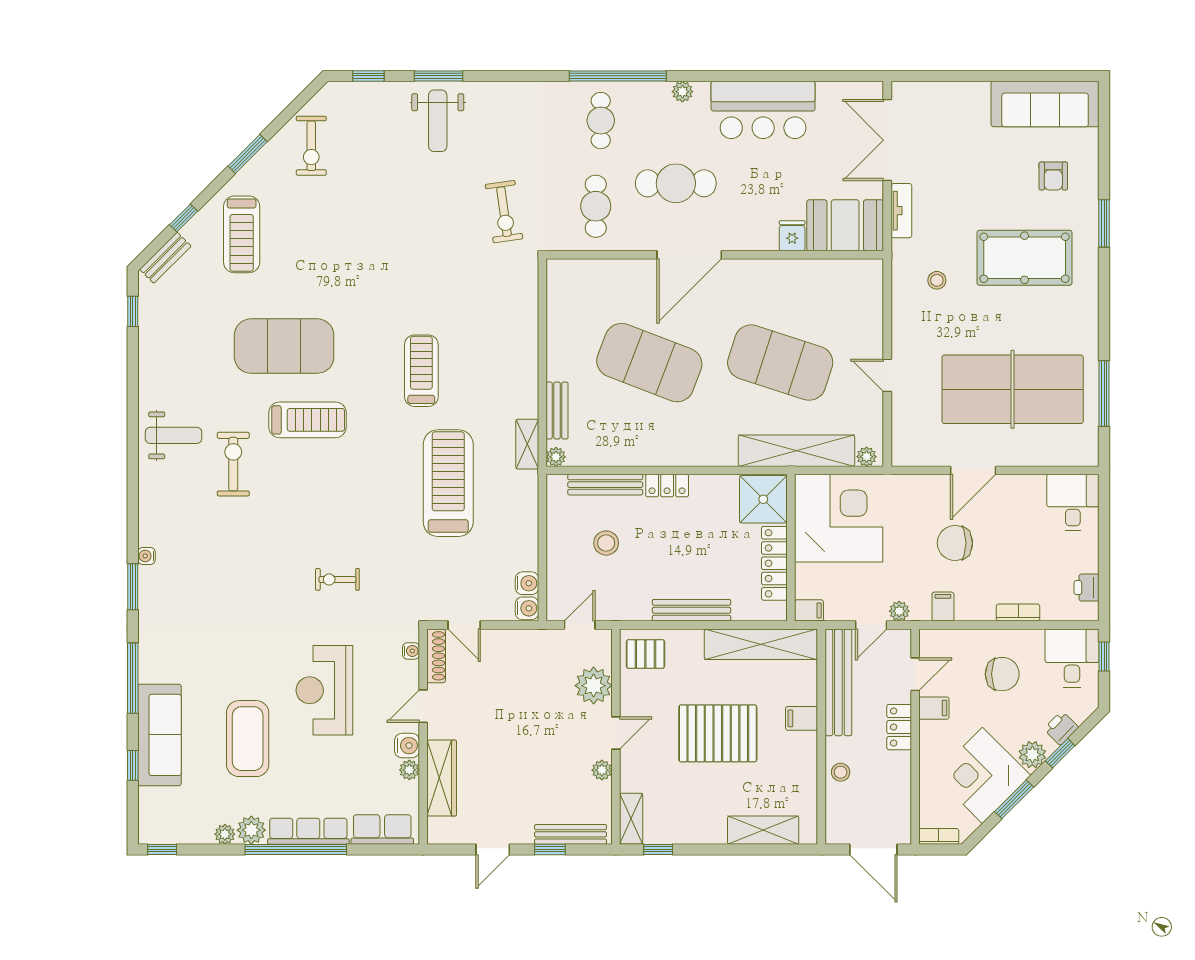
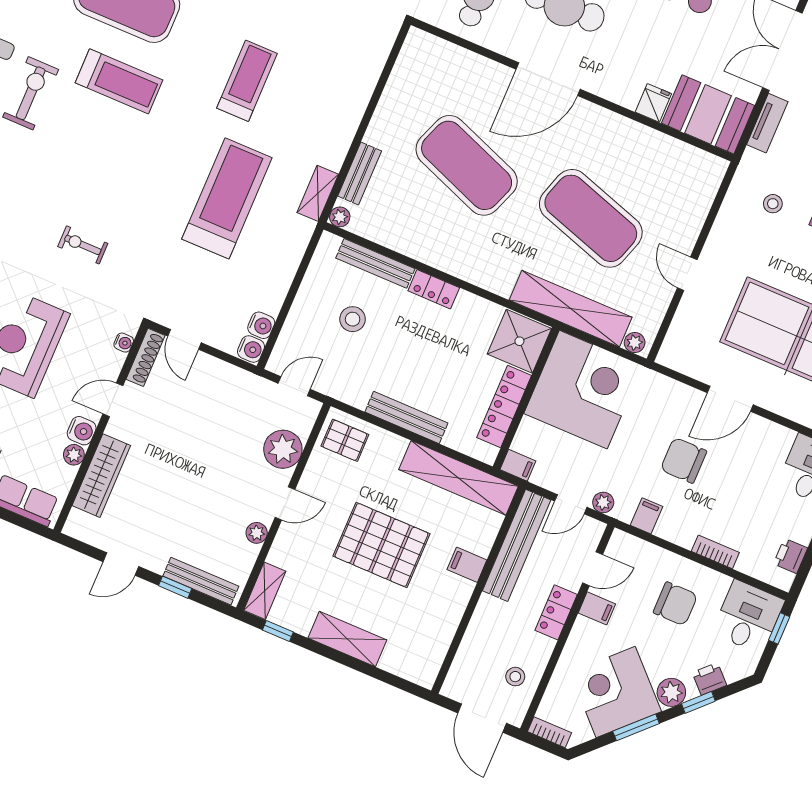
stool: (841, 772) -> (515, 677), moved
shelving: (763, 830) -> (347, 639), moved

